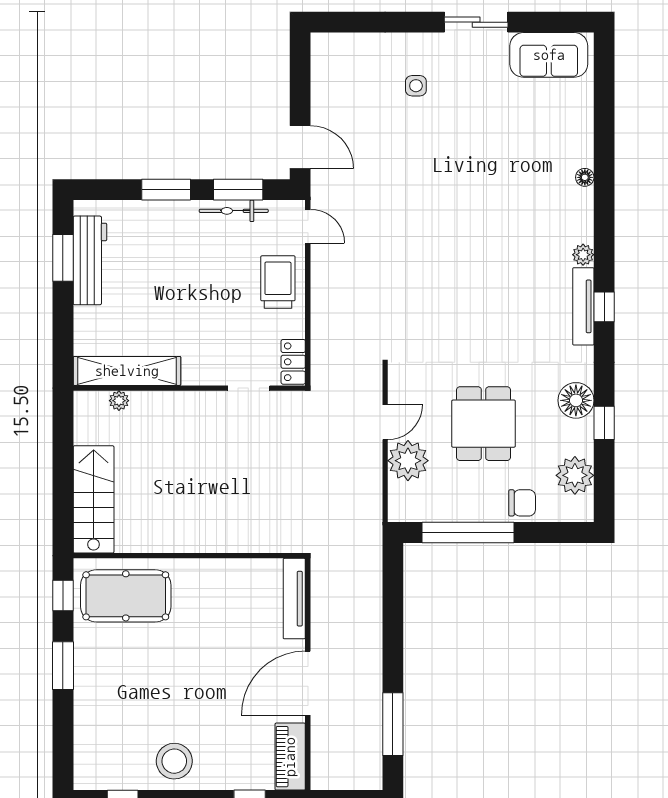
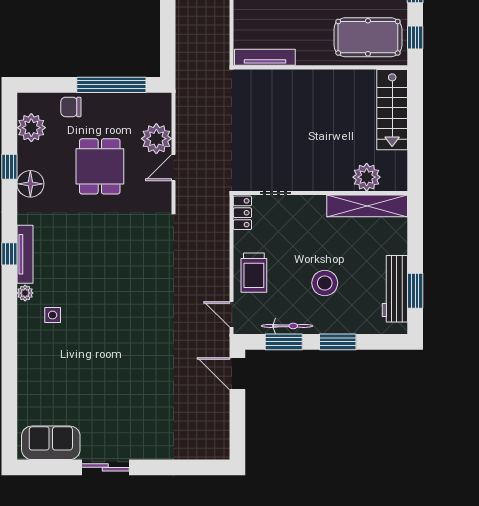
side table: (416, 86) -> (53, 315), moved
floor lamp: (585, 177) -> (24, 351), removed
stool: (183, 268) -> (325, 283), added
plant: (119, 401) -> (367, 177), width x1.88, depth x1.88
tv unit: (294, 599) -> (265, 57), moved, turned -90

